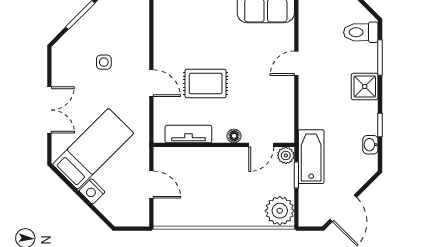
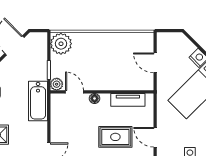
door: (261, 145) -> (75, 92), hinge flipped
bathtub: (311, 157) -> (38, 101), moved

